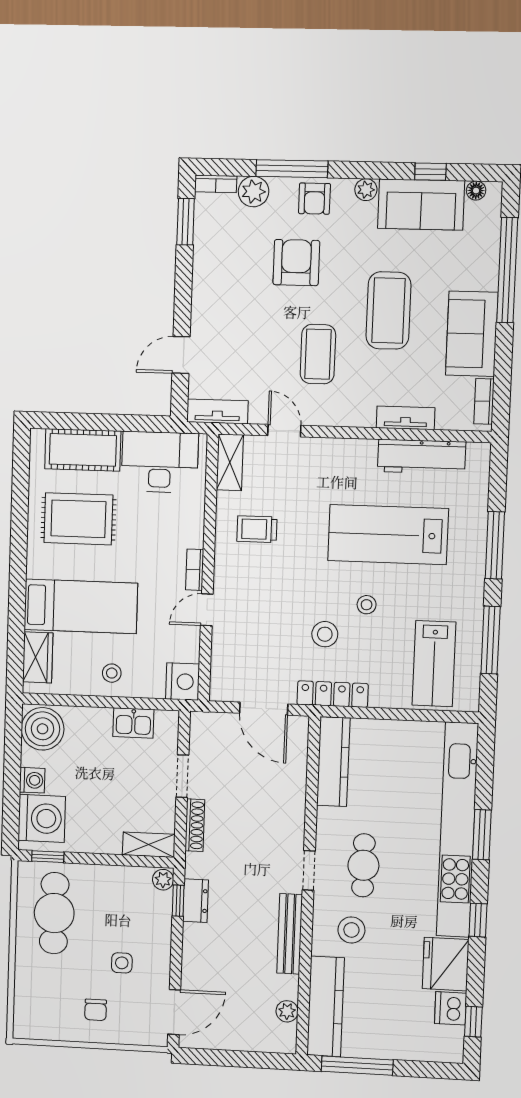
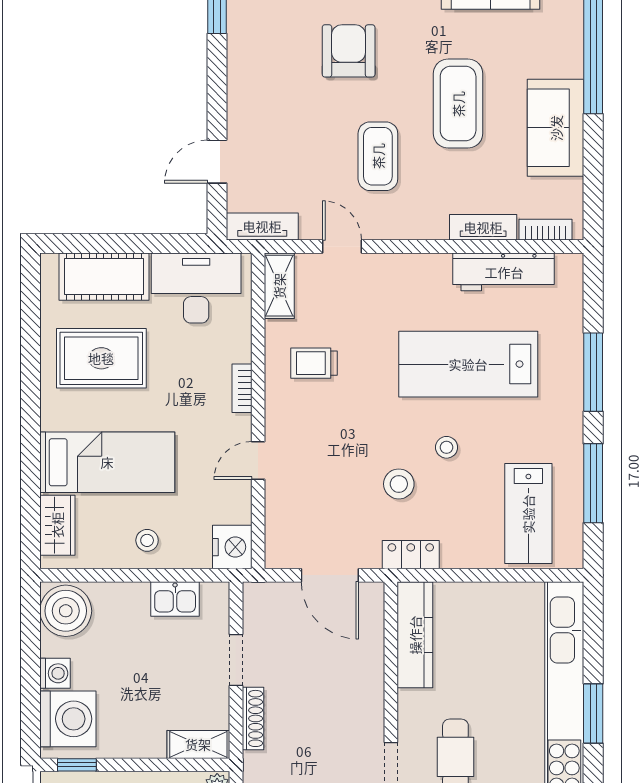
bookcase: (484, 401) -> (546, 230), moved, turned 90
bookcase: (195, 570) -> (242, 388), moved
locker: (333, 694) -> (411, 555), width x0.66

